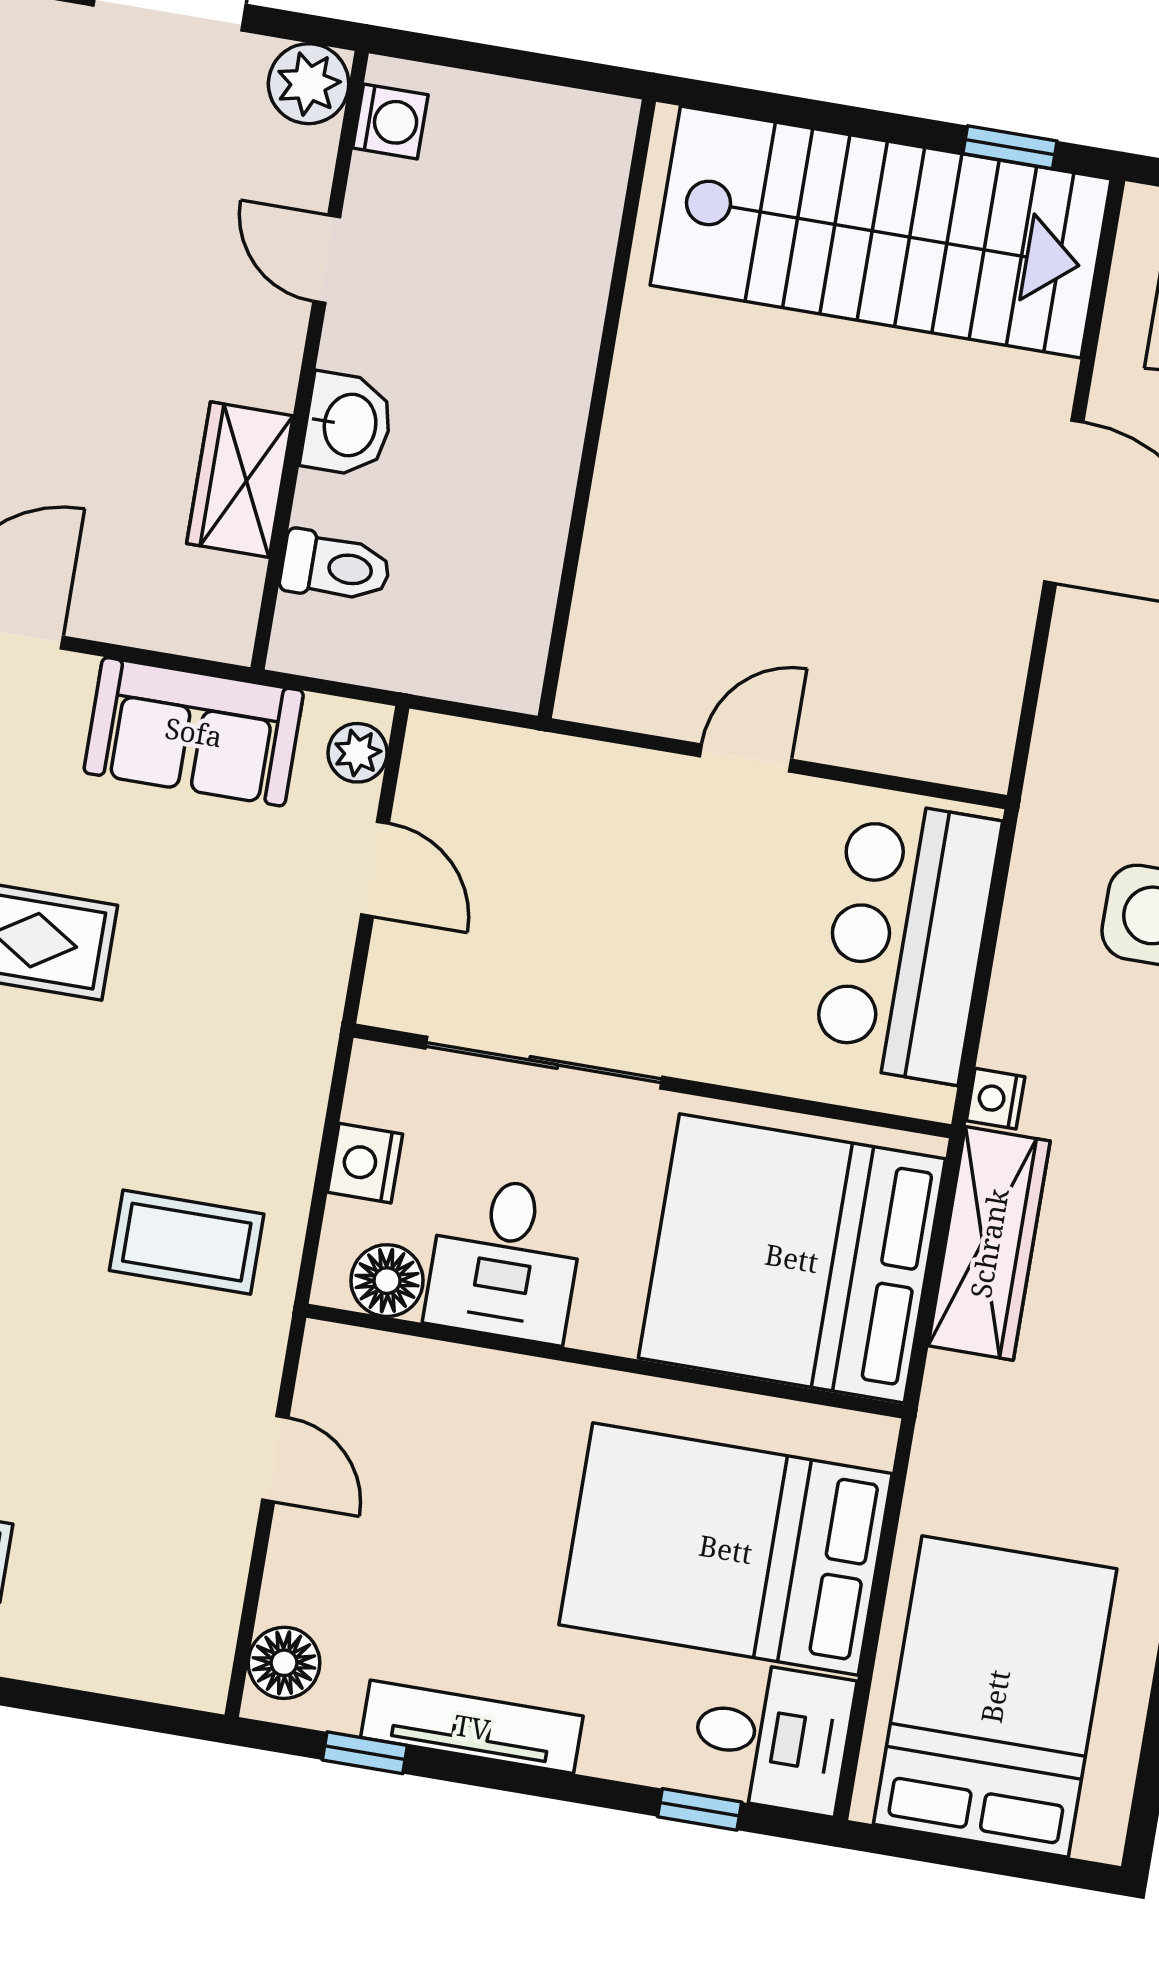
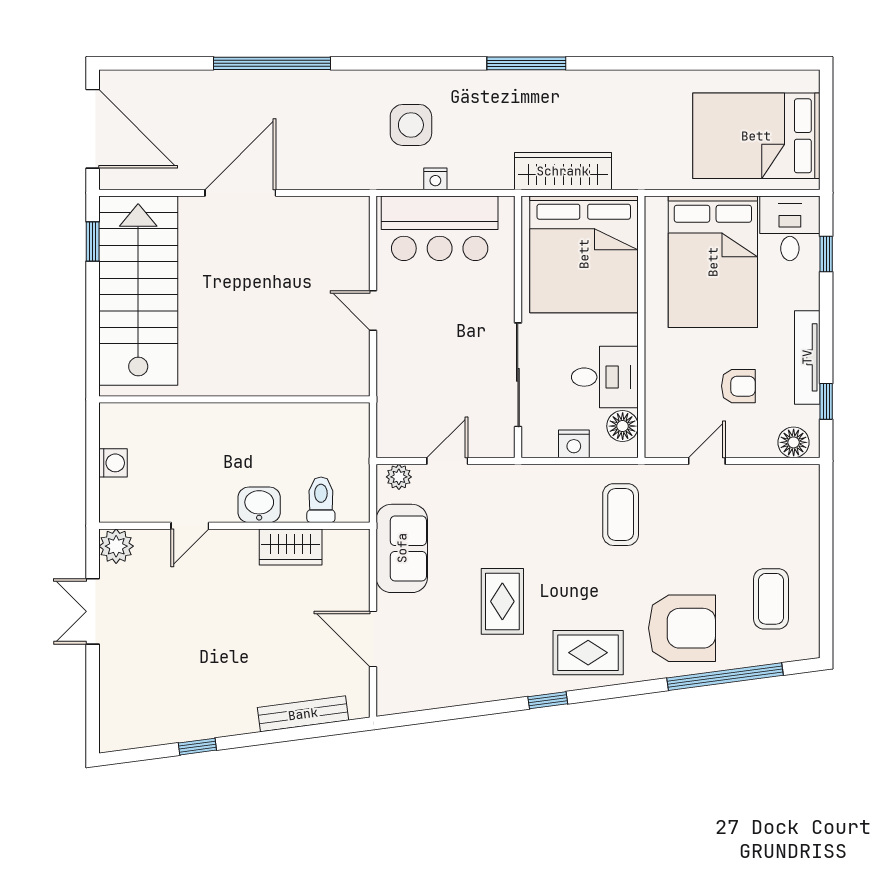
washing machine: (390, 121) -> (113, 463), moved, turned 90
nightstand: (996, 1099) -> (435, 179), moved
armchair: (433, 1559) -> (738, 386), added

